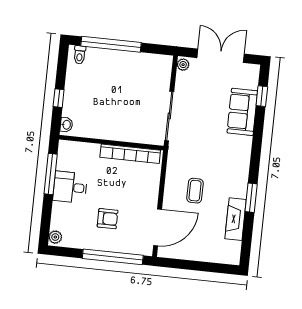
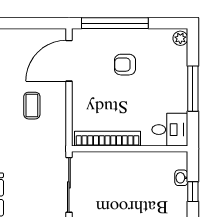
washbasin: (66, 125) -> (181, 178), moved
window: (51, 174) -> (193, 89), moved
desk: (70, 187) -> (170, 130), moved

